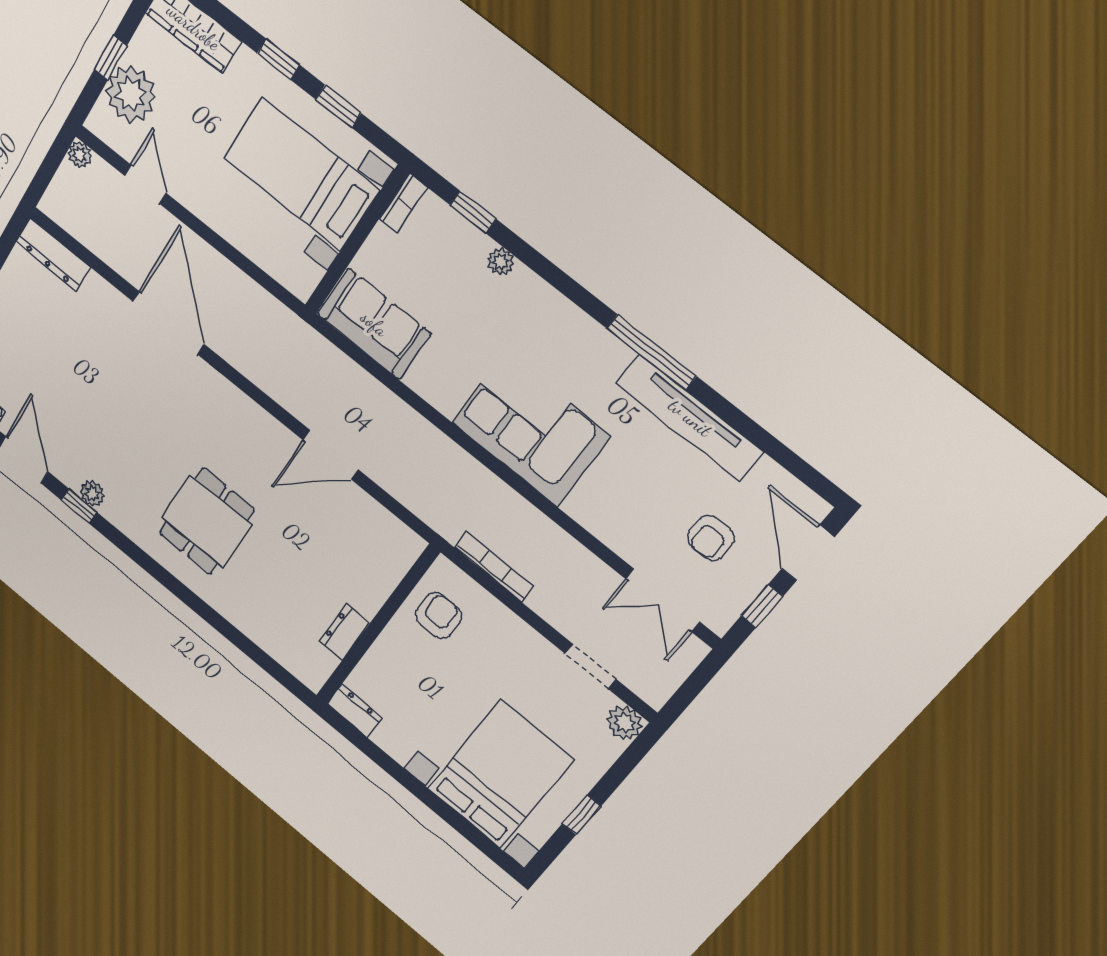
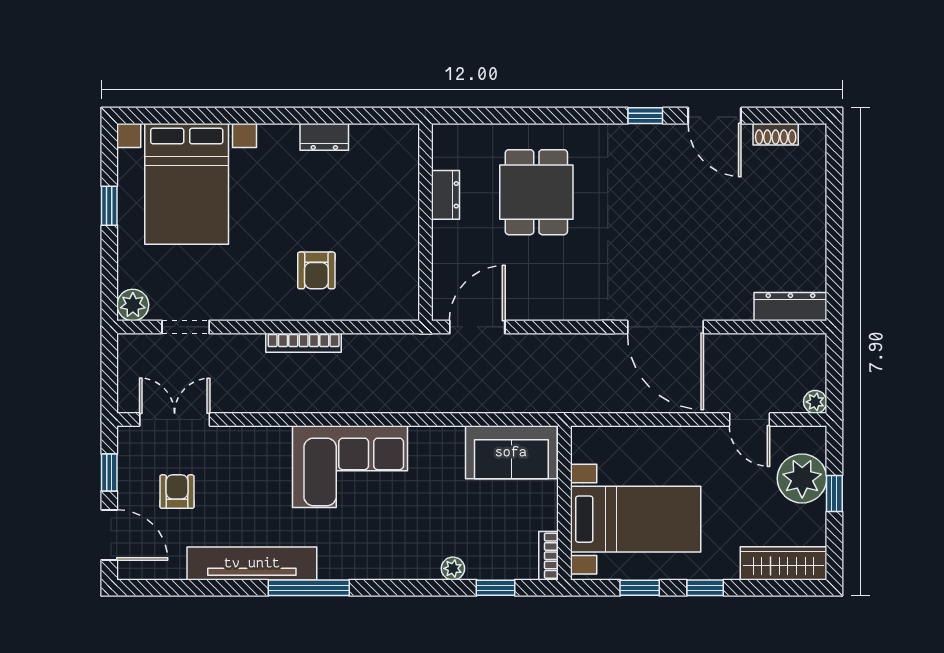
plant: (92, 494) -> (641, 136), removed
wall: (377, 625) -> (426, 222), moved
dresser: (344, 632) -> (445, 195), moved

